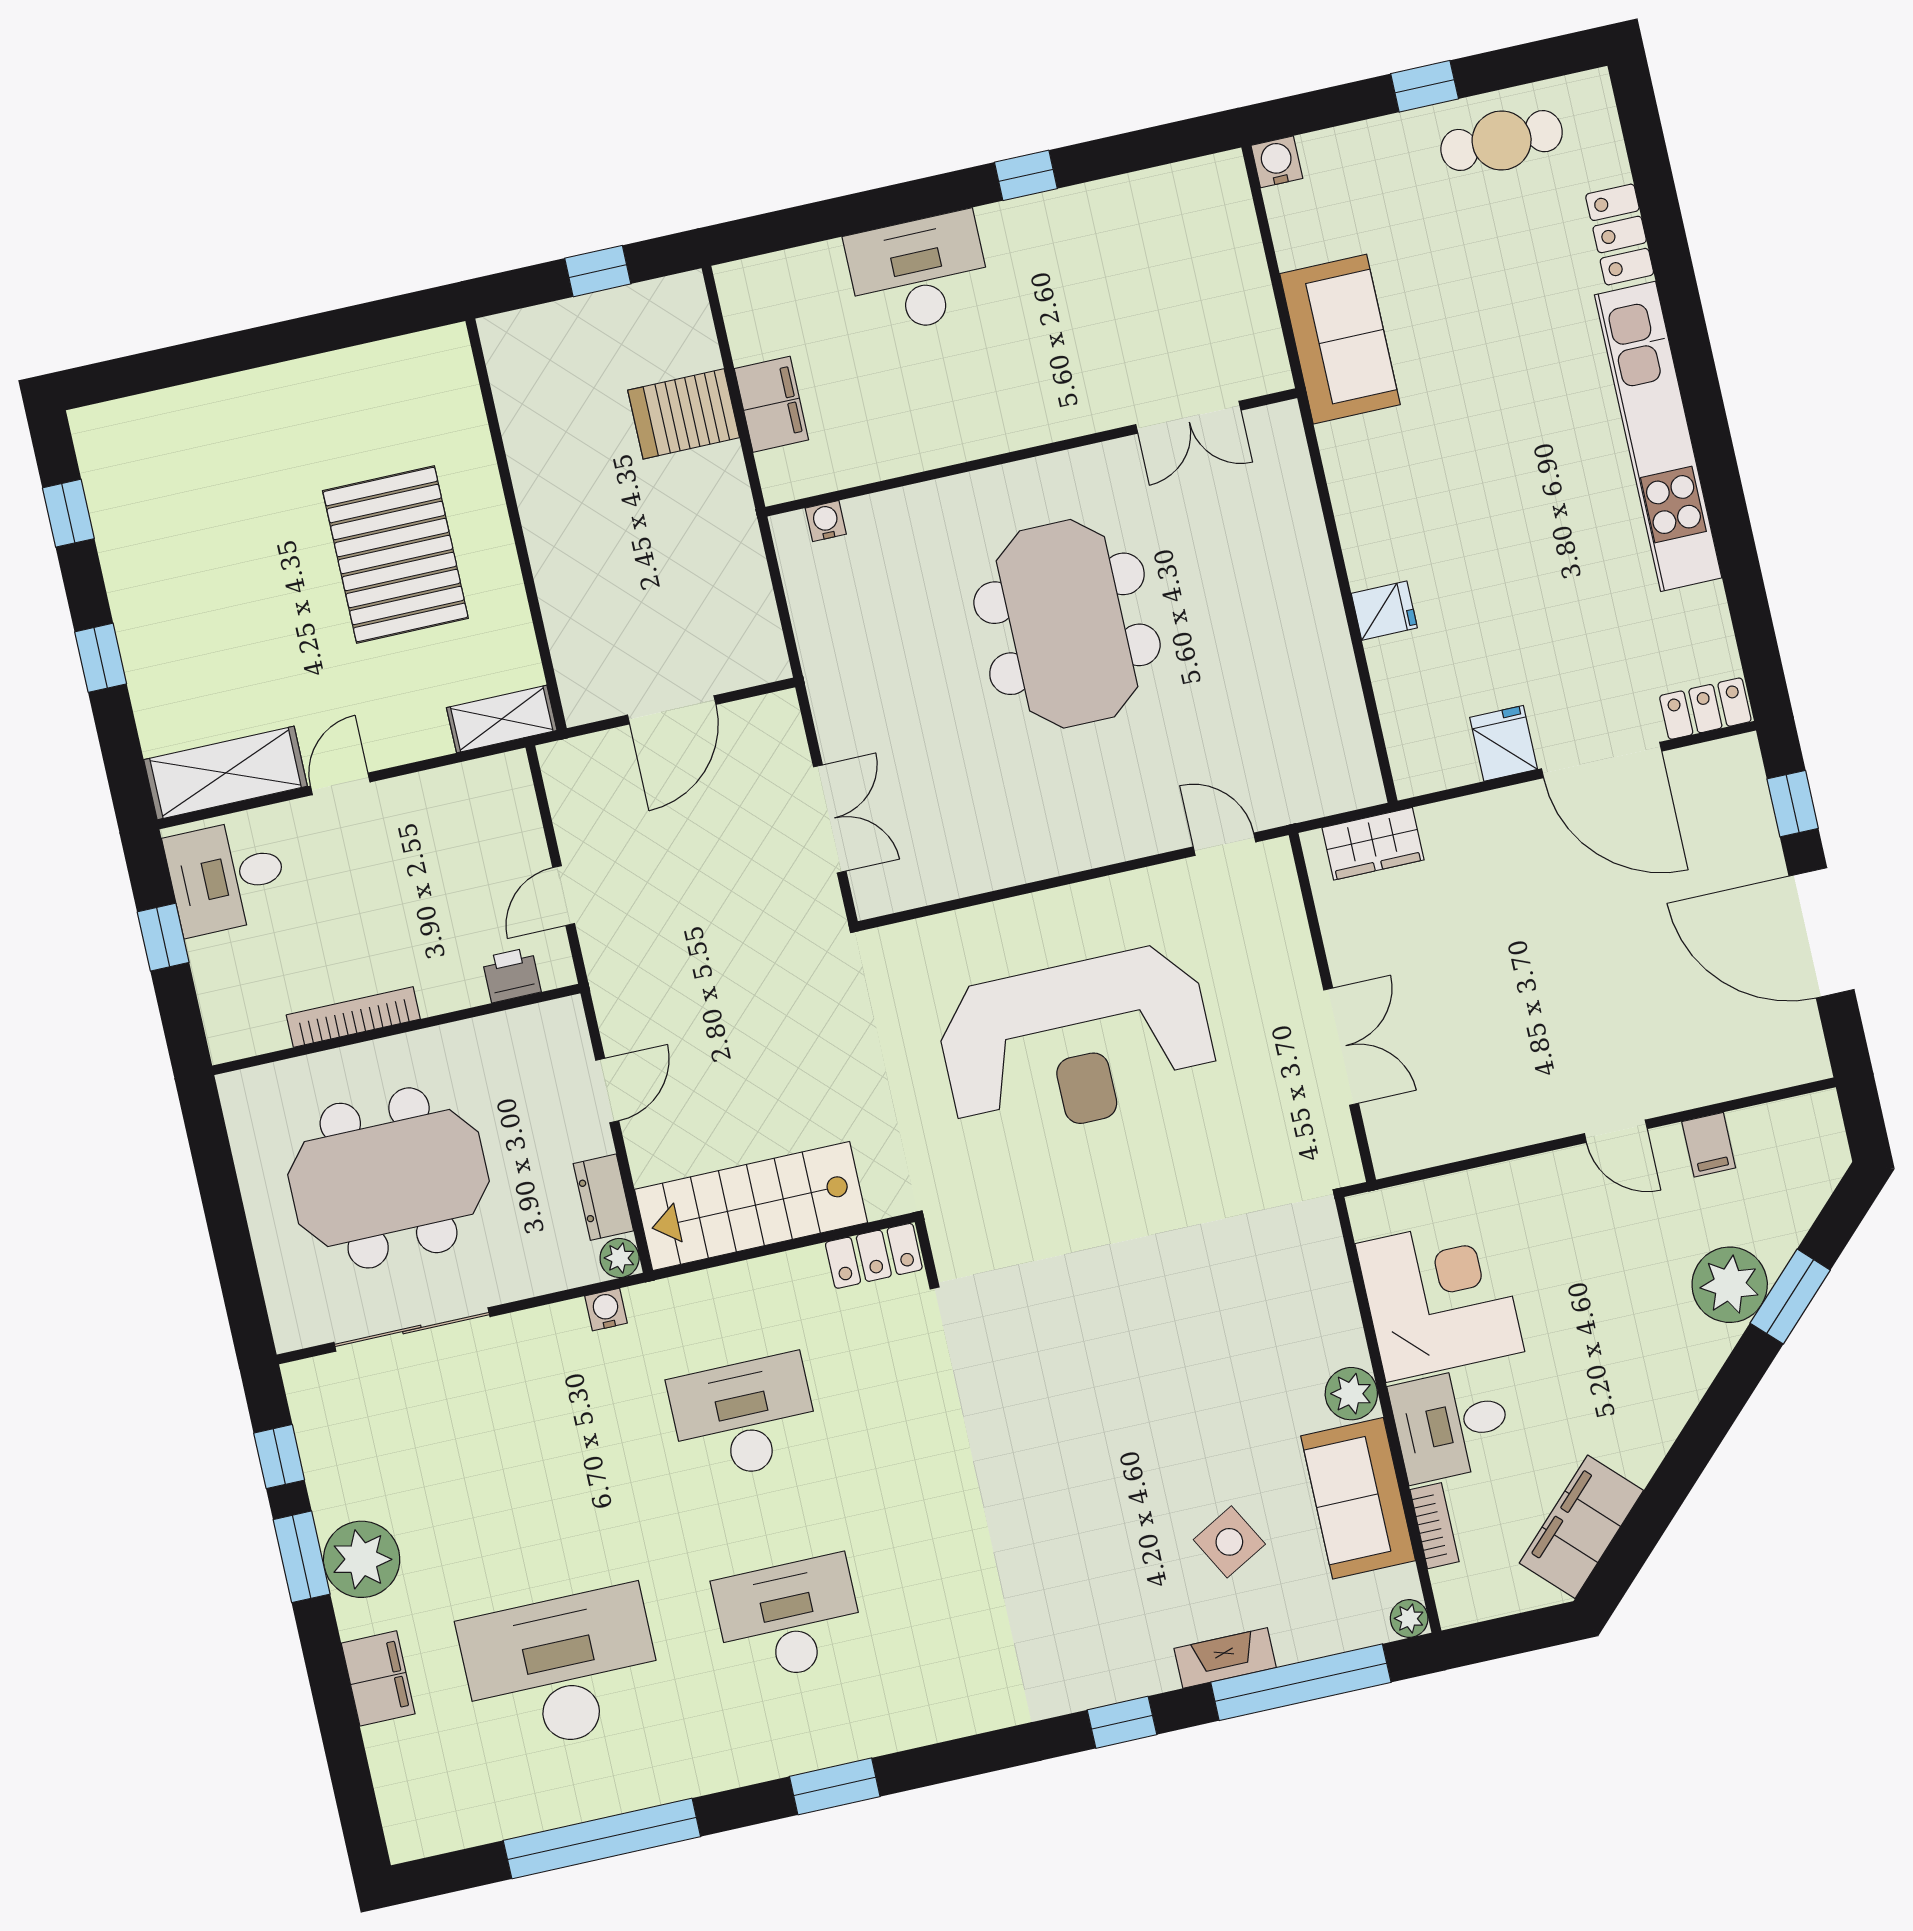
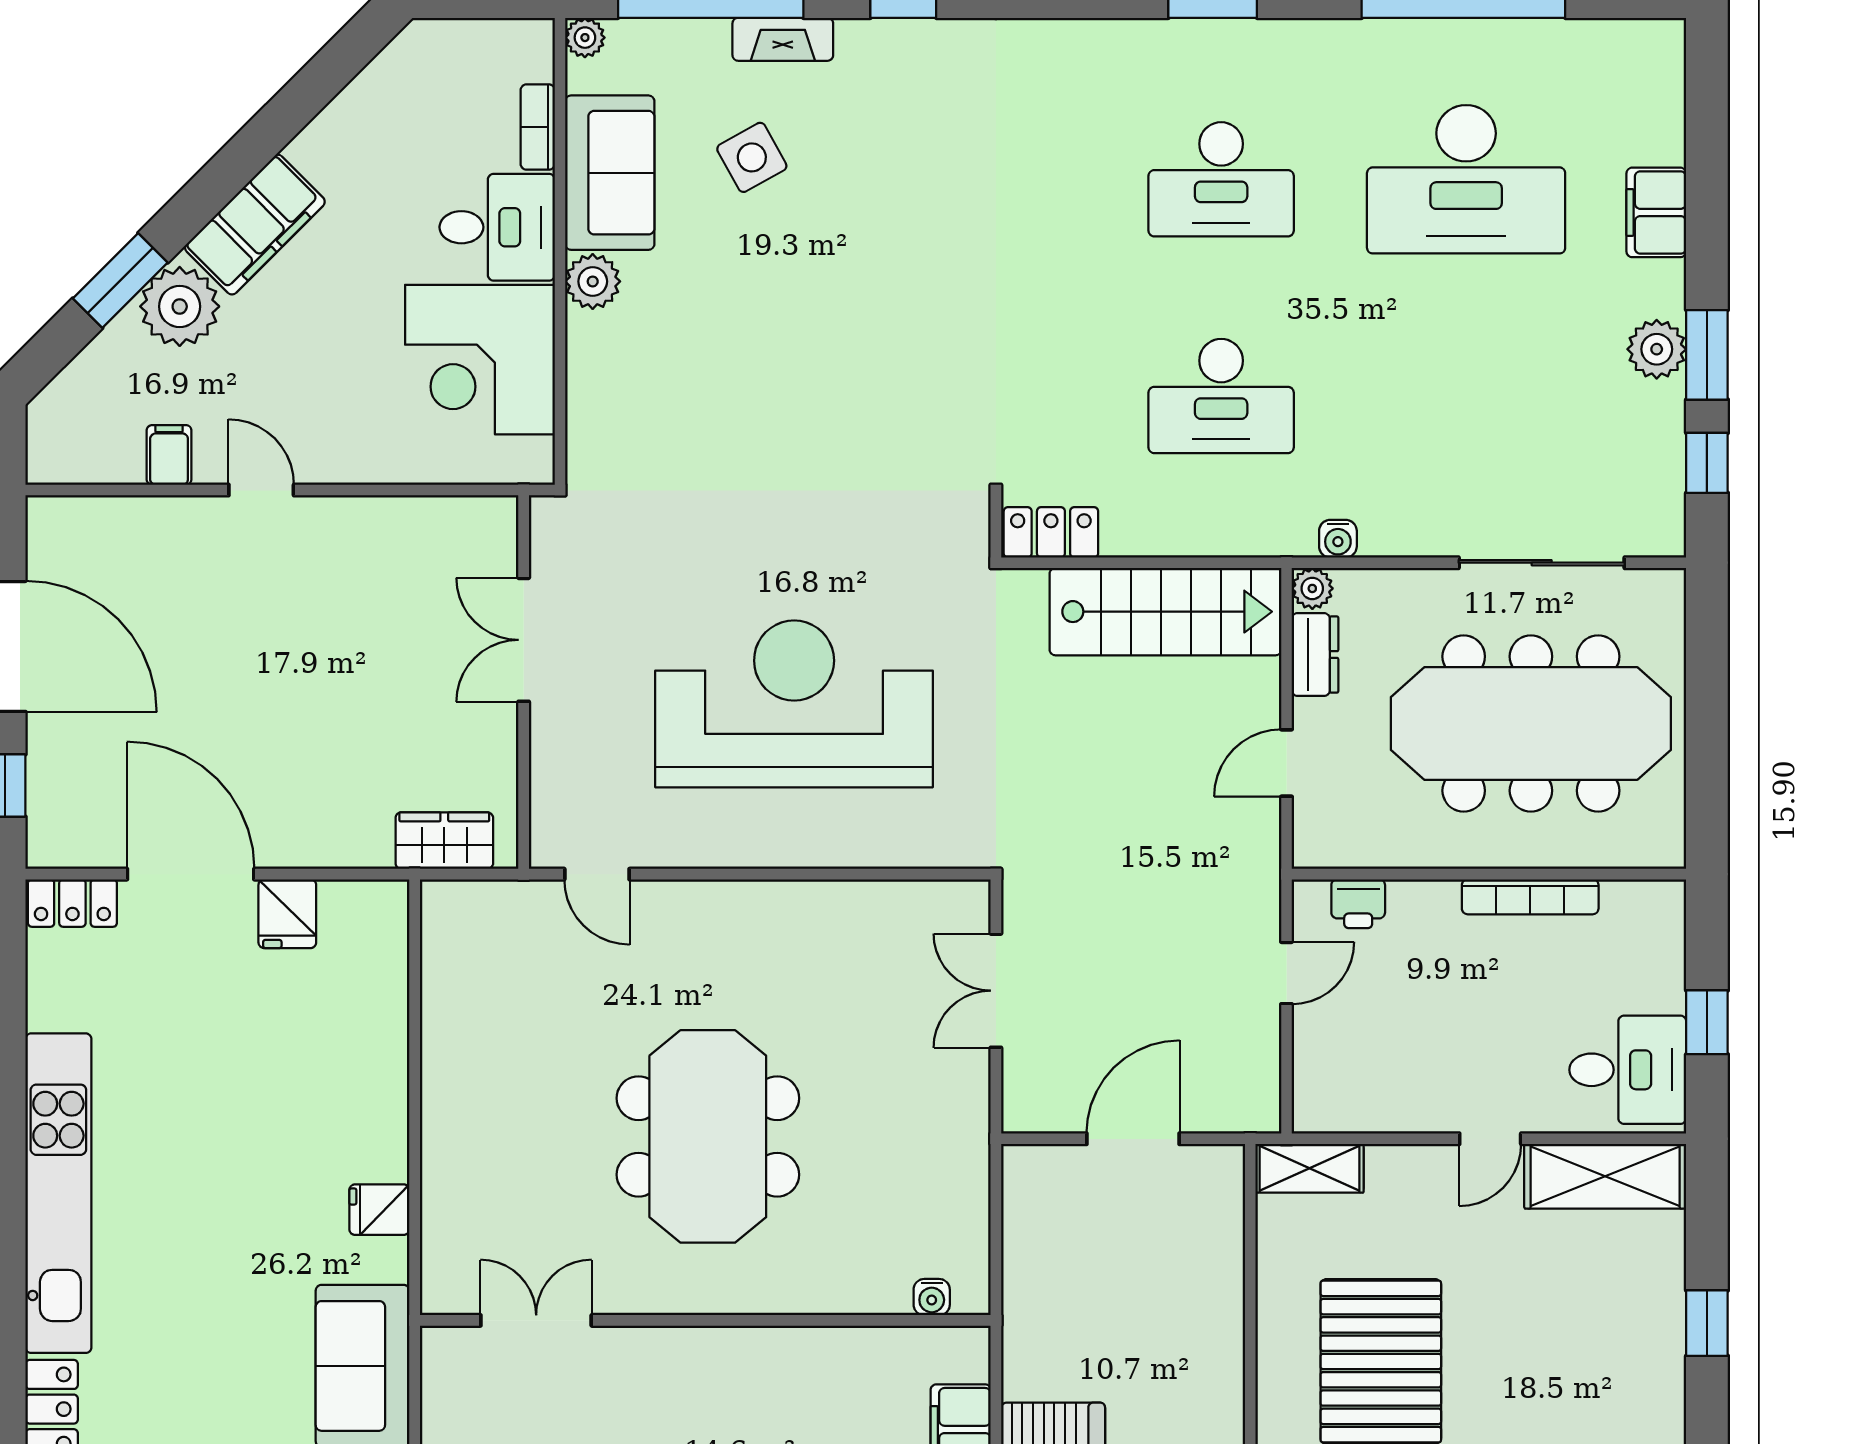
fridge: (1384, 611) -> (379, 1210), moved
meeting table: (389, 1178) -> (1531, 724), width x1.36
filing cabinet: (1581, 1527) -> (255, 225), moved
plant: (362, 1559) -> (1657, 349), width x0.73, depth x0.73

